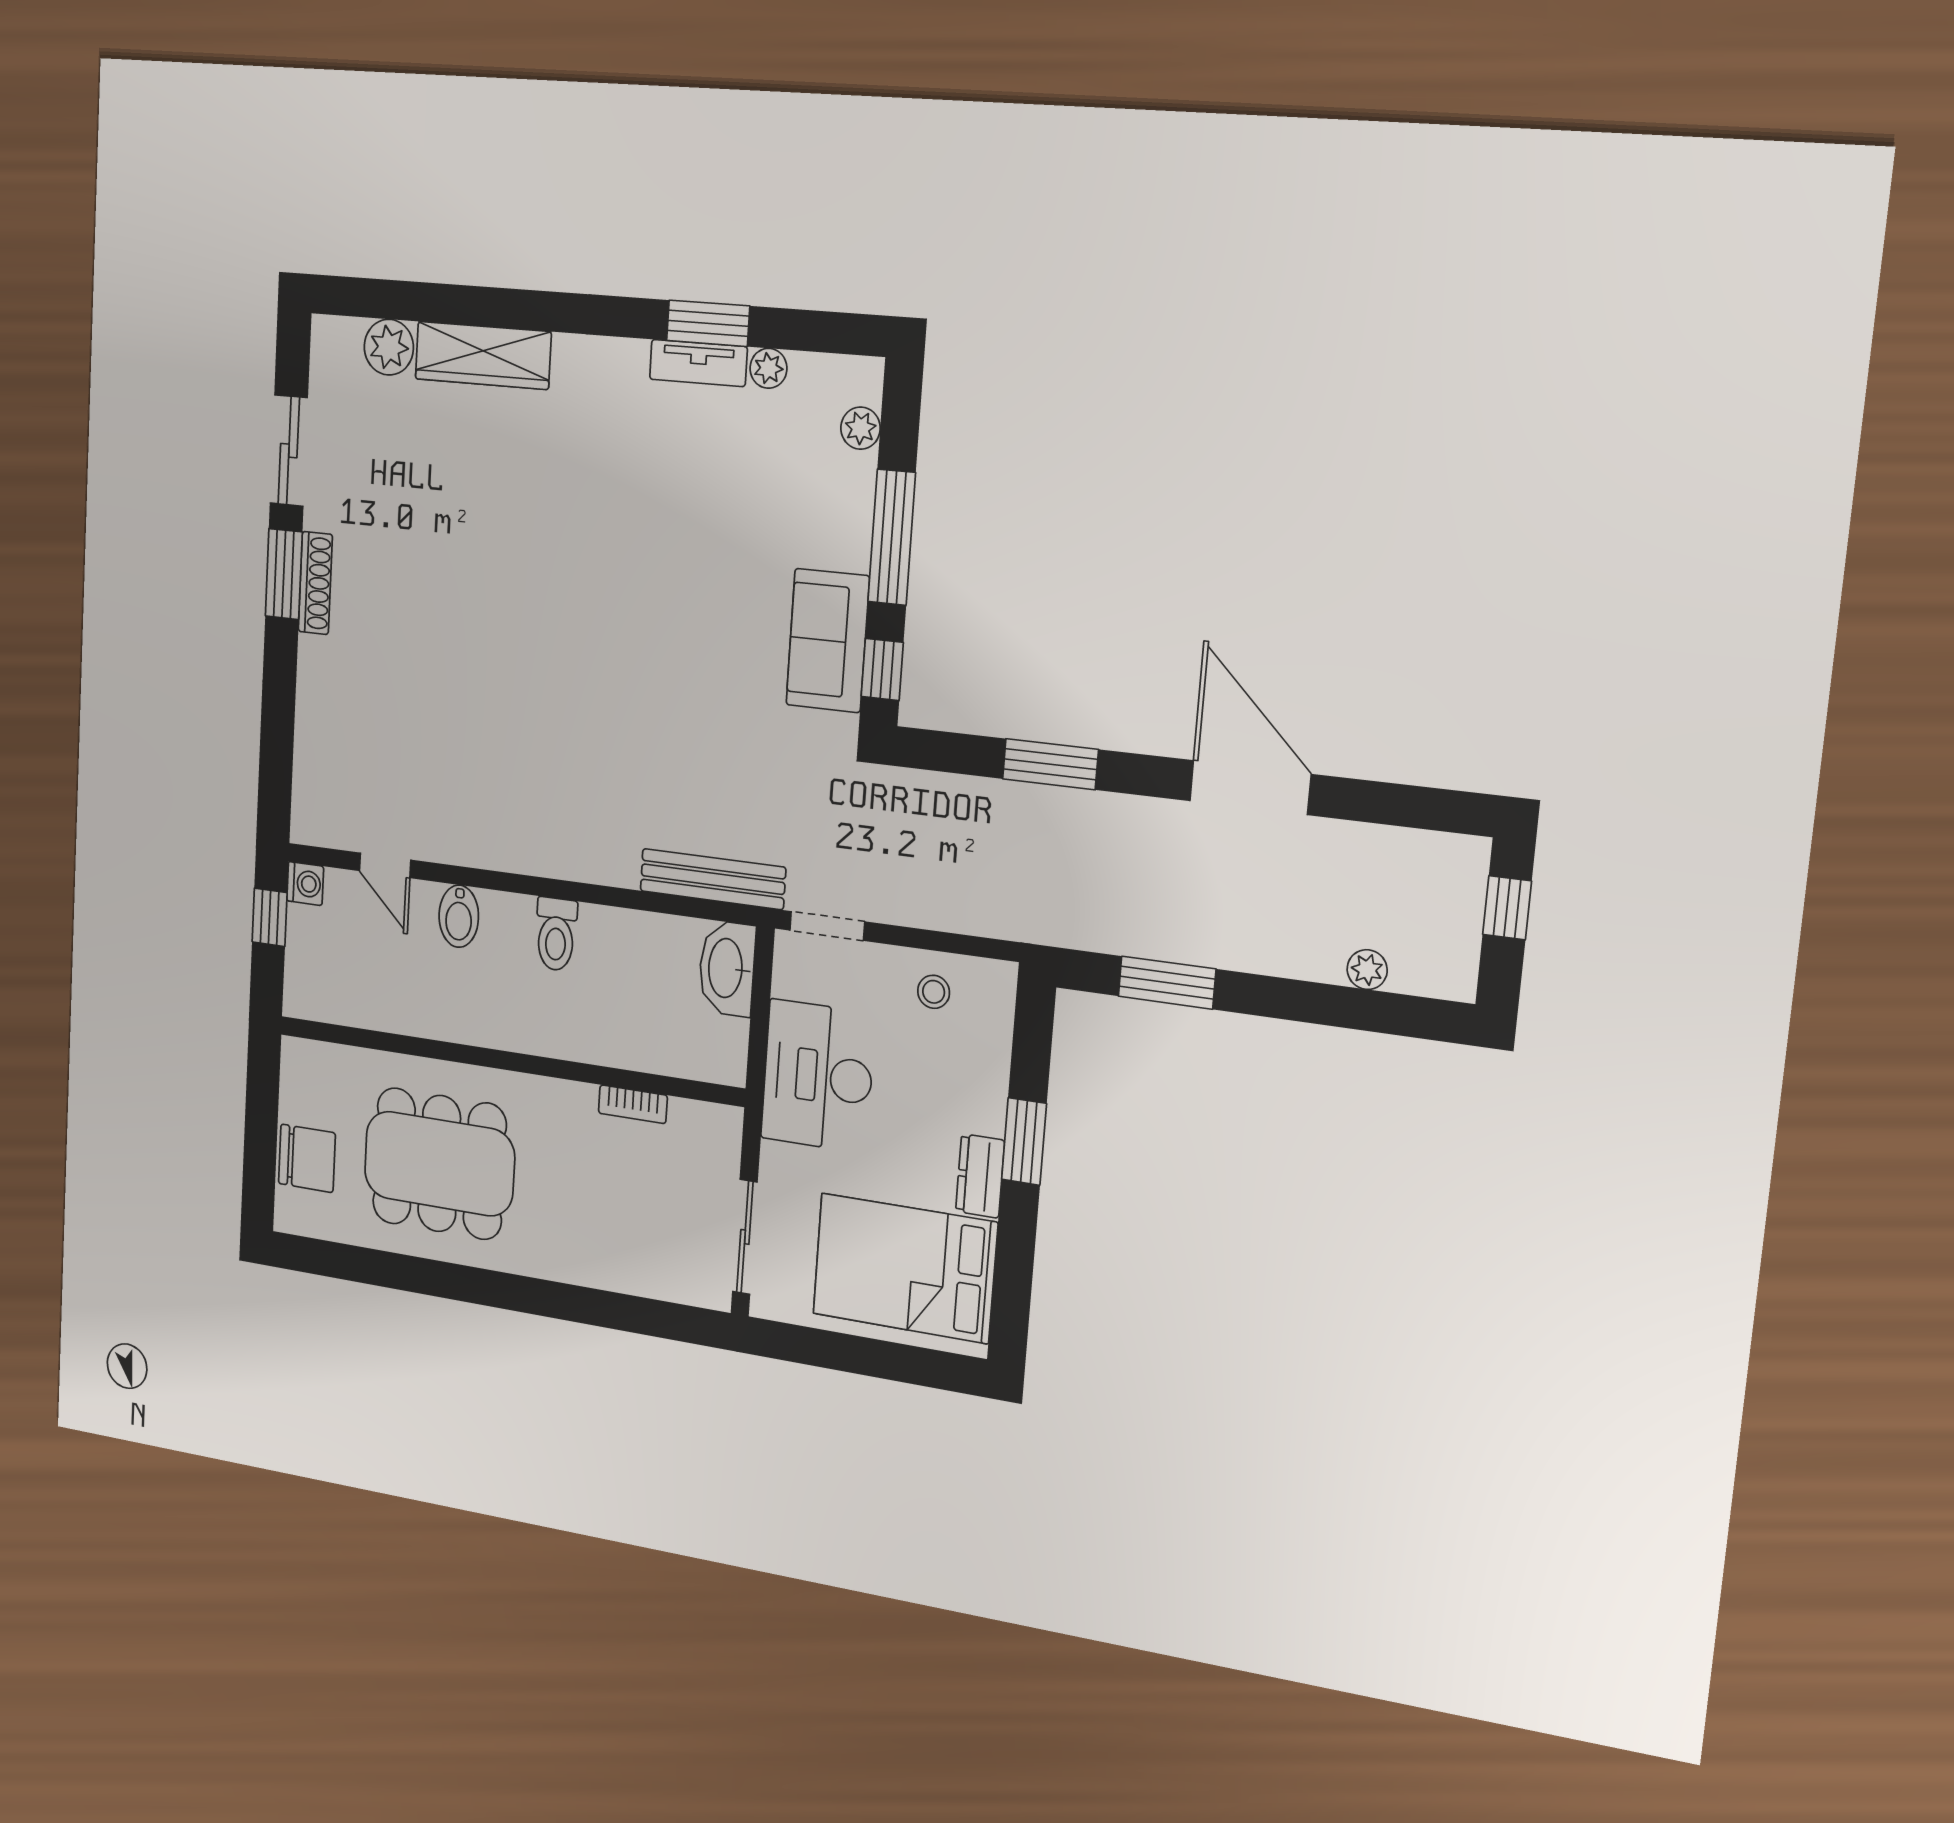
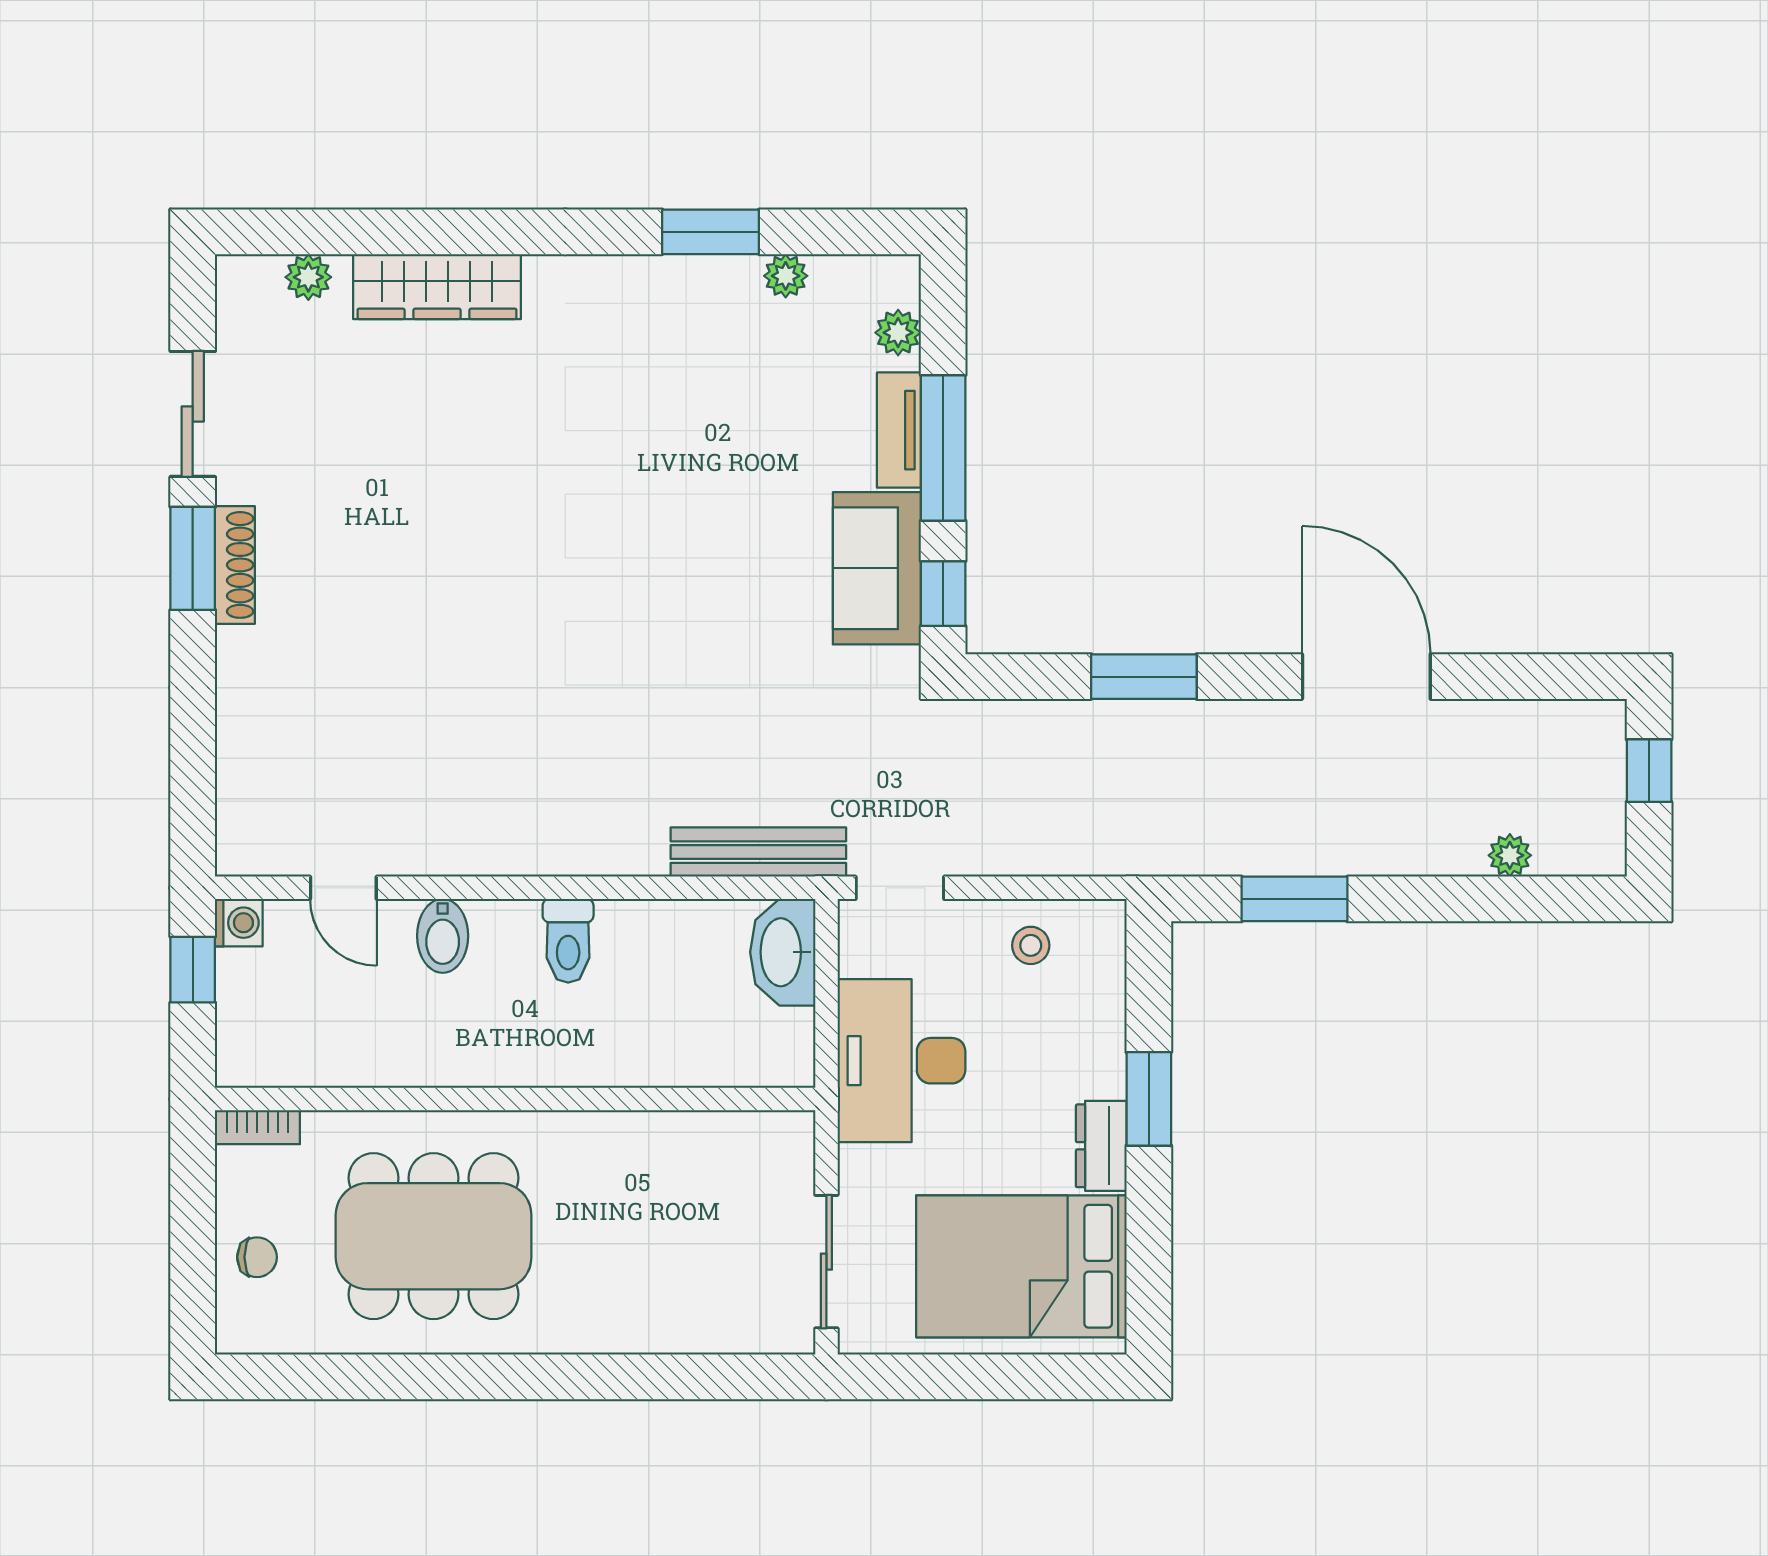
plant: (389, 347) -> (308, 277), width x0.73, depth x0.73
tv unit: (698, 363) -> (899, 430), moved, turned 90
bookcase: (633, 1104) -> (257, 1127), moved
chair: (307, 1158) -> (257, 1257), width x0.54, depth x0.54

